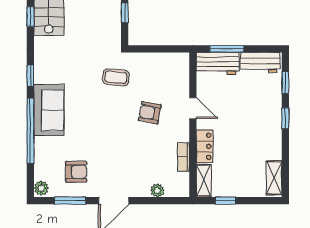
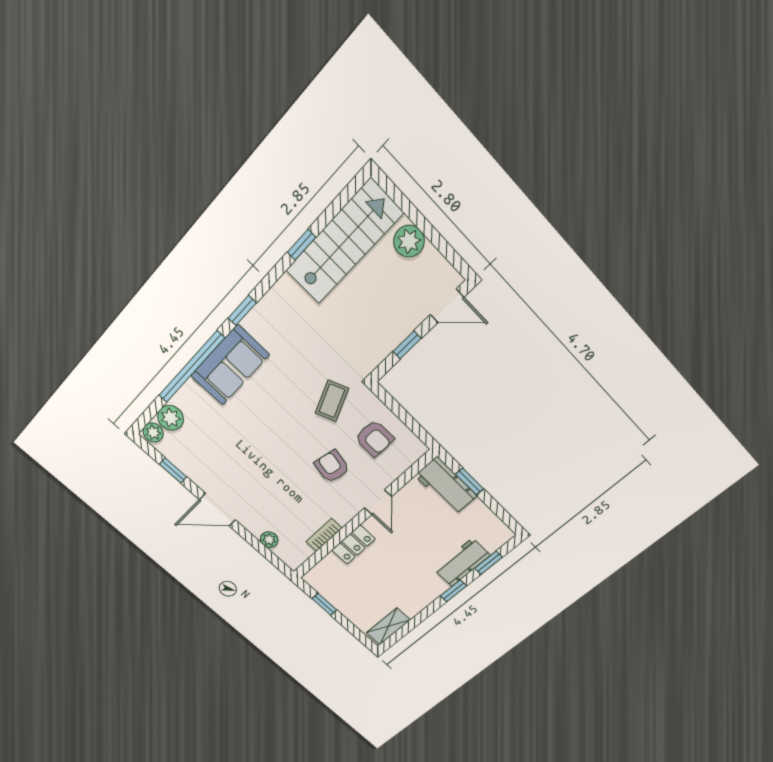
window: (227, 49) -> (470, 482), width x0.67
workbench: (260, 62) -> (462, 562), moved, turned 90
coffee table: (116, 77) -> (332, 401), turned 61
plant: (43, 170) -> (171, 418), added
armchair: (76, 172) -> (374, 438), moved
shelving: (204, 181) -> (322, 571), removed
window: (70, 201) -> (173, 471), width x0.67

